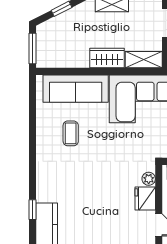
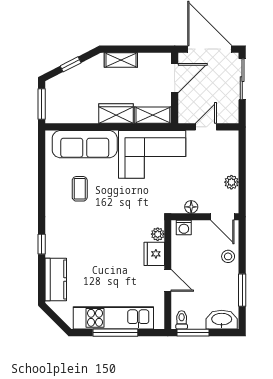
window: (33, 210) -> (42, 244), moved

